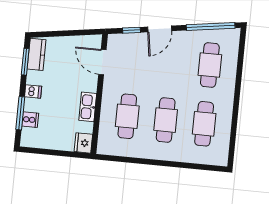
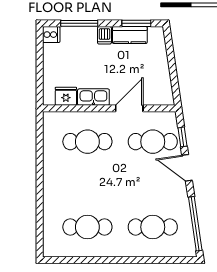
kitchen counter: (37, 54) -> (130, 35), moved
door: (102, 62) -> (129, 108), moved
cooker: (30, 120) -> (51, 35), moved, turned -90
cafe table: (166, 120) -> (153, 142), moved
fridge: (83, 143) -> (66, 96), moved

